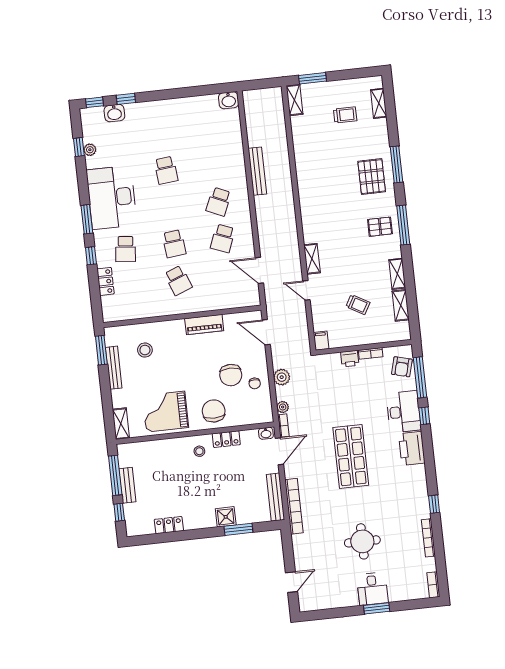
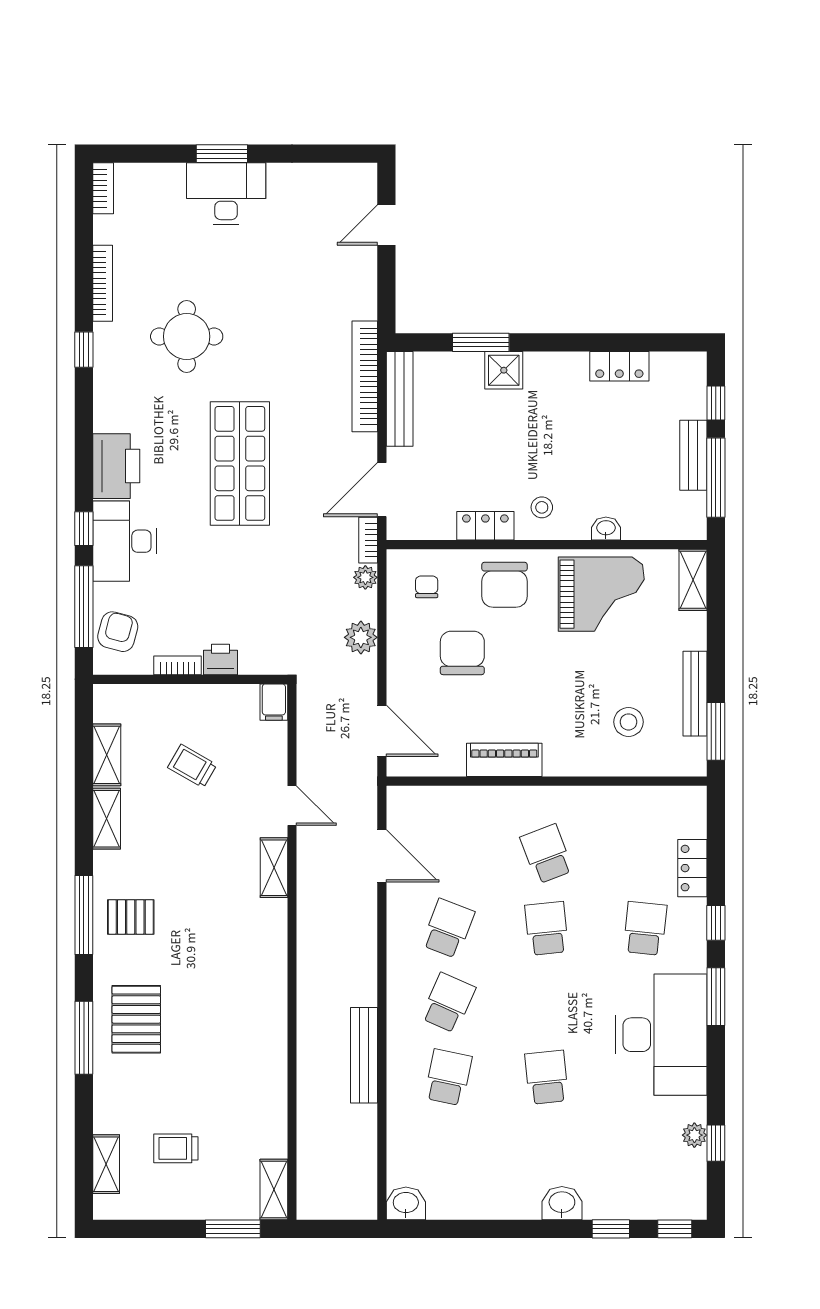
washbasin: (114, 113) -> (562, 1203), moved
school desk: (215, 165) -> (448, 1077), added
chair: (255, 383) -> (427, 587), moved
washbasin: (266, 433) -> (606, 528), moved
round table: (362, 541) -> (187, 336), moved
desk: (372, 589) -> (226, 194), width x1.37

